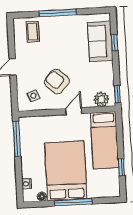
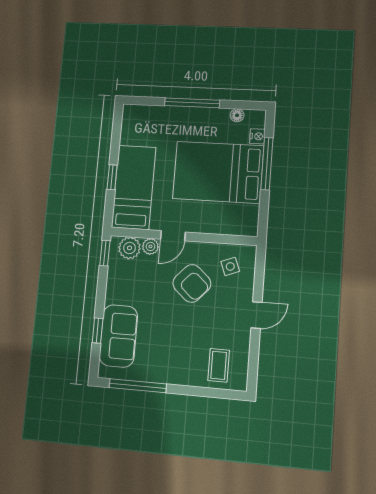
window: (58, 13) -> (138, 386), moved
plant: (88, 102) -> (150, 246), added
window: (17, 139) -> (267, 164), moved
window: (121, 167) -> (112, 177), moved
bed: (66, 171) -> (218, 172), moved, turned 90

